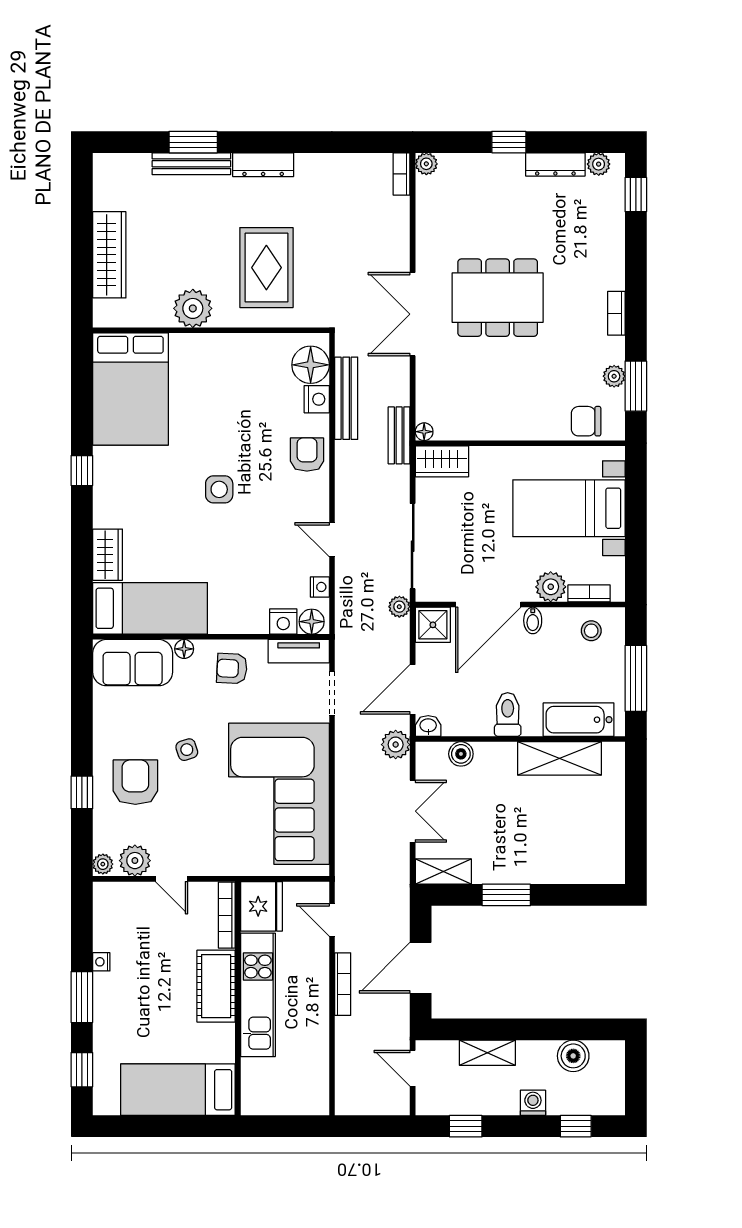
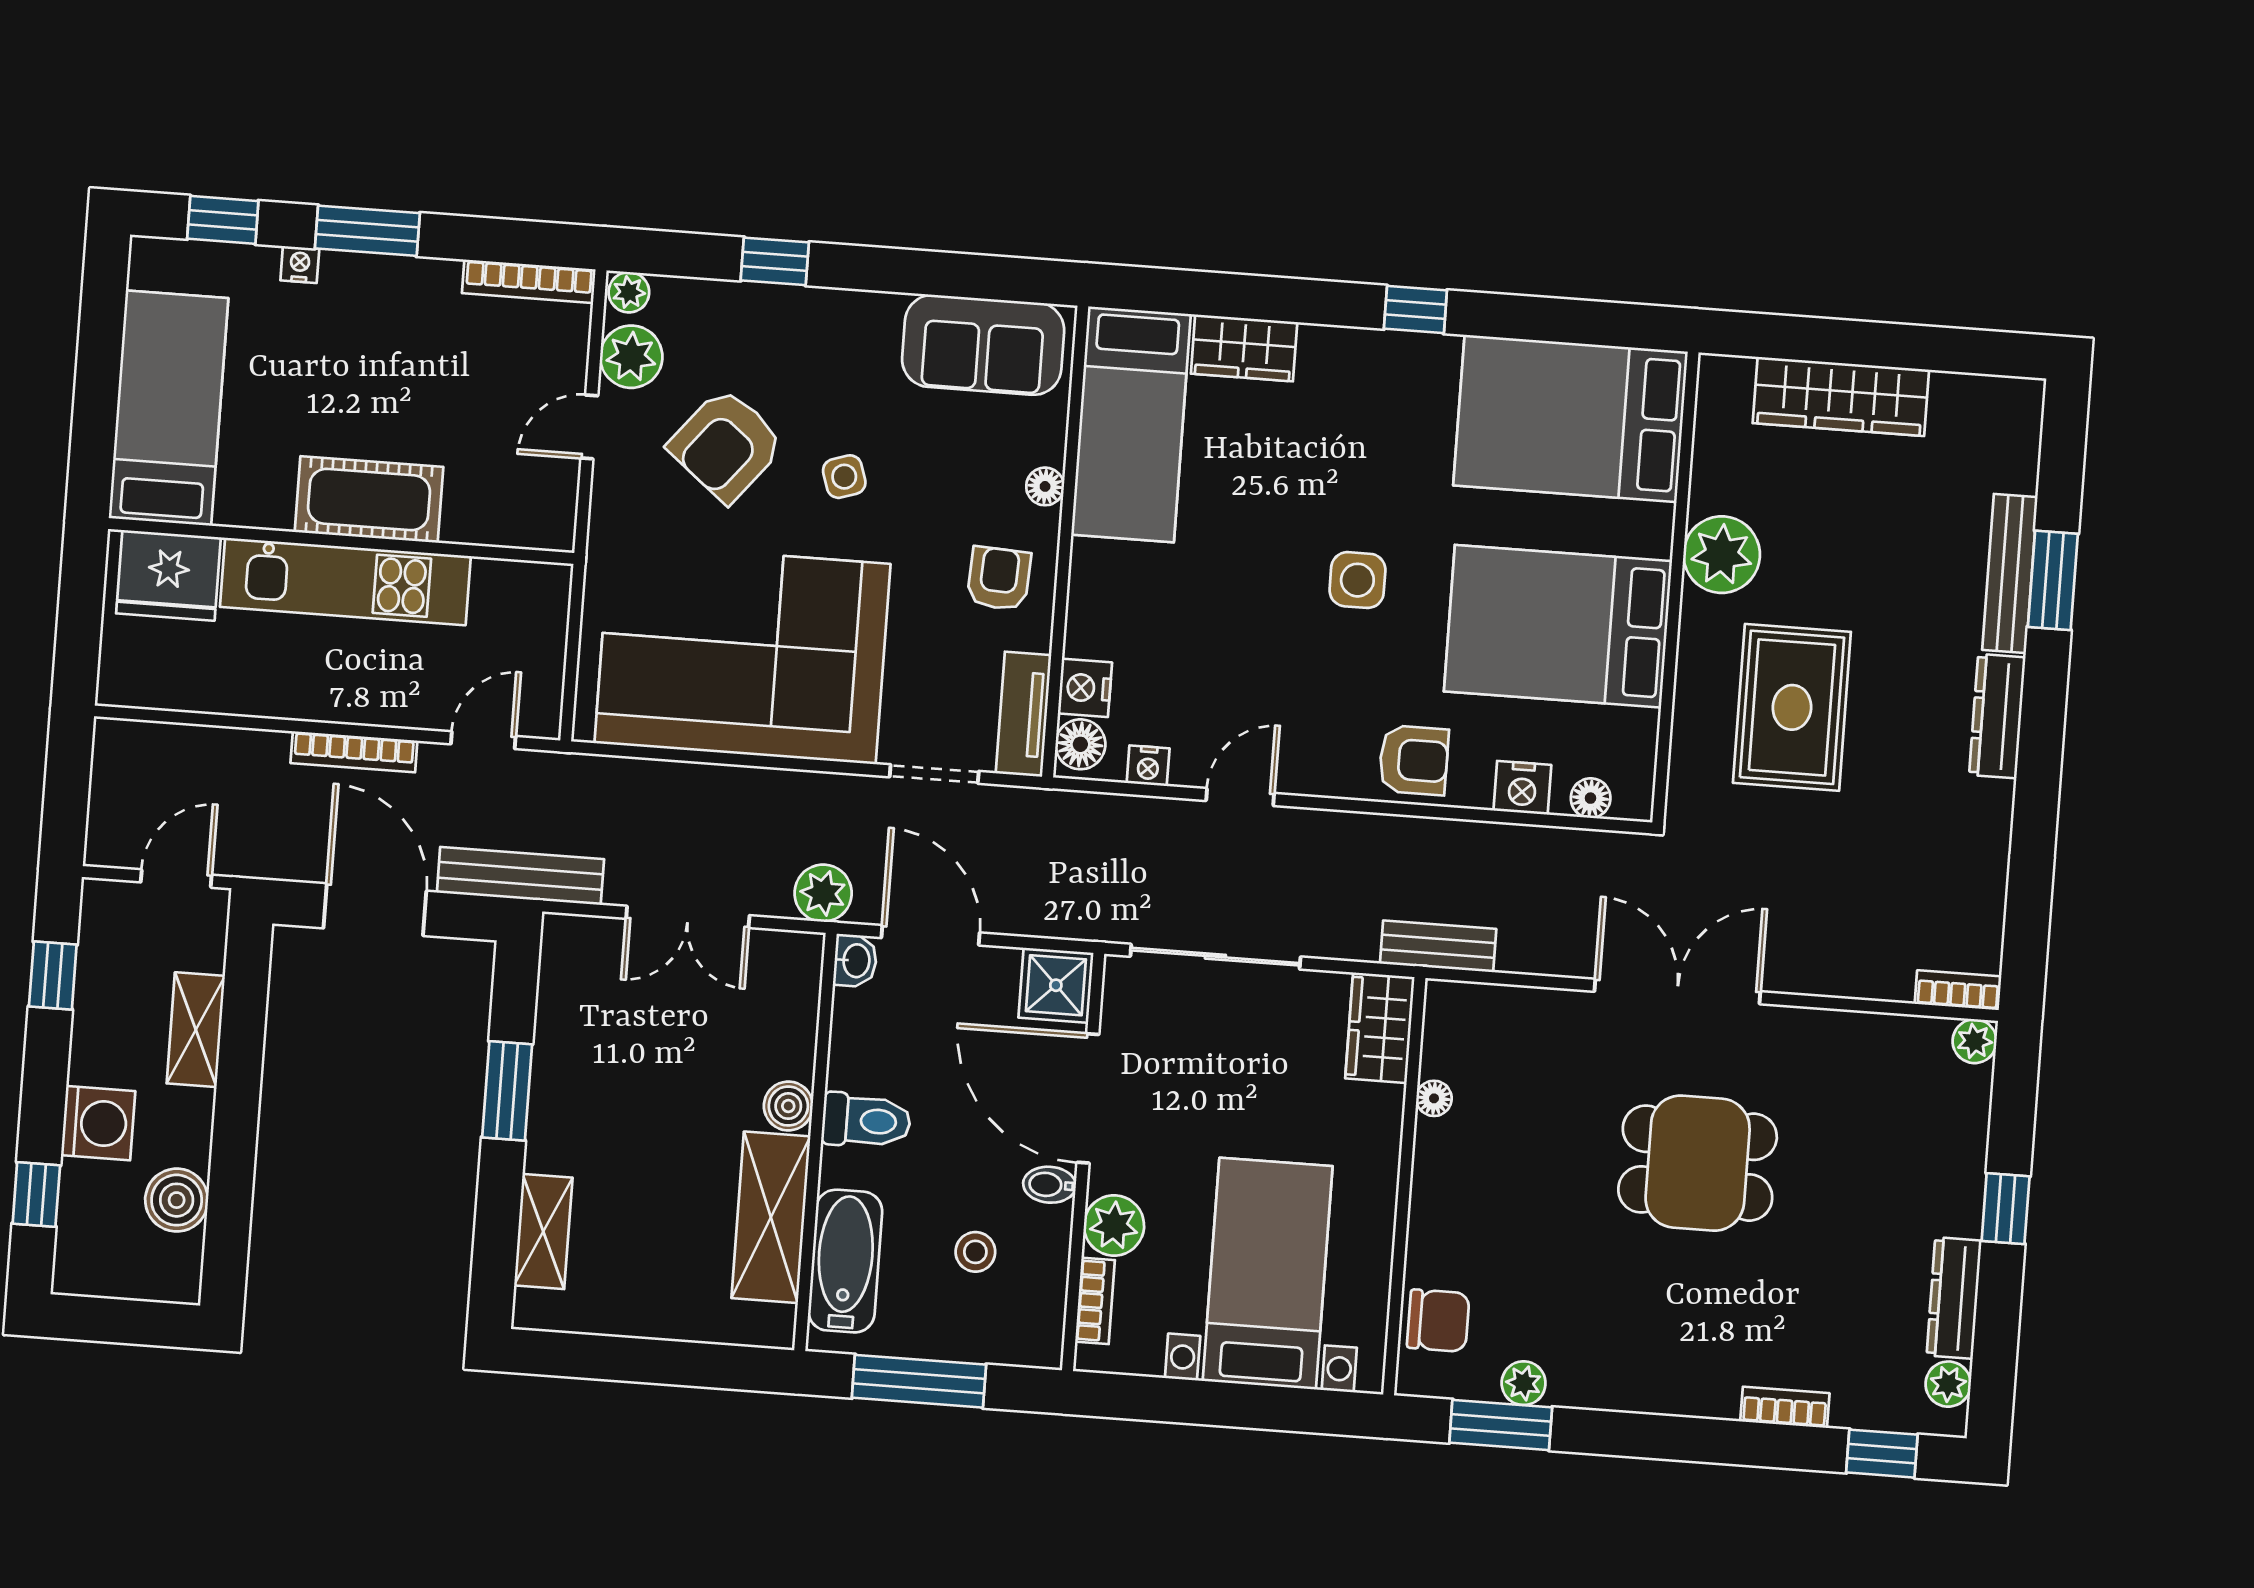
rug: (266, 268) -> (1792, 707), turned 90
dining table: (498, 298) -> (1698, 1163), width x0.73
bookcase: (616, 313) -> (1785, 1407), moved
floor lamp: (311, 365) -> (1591, 798), width x0.53, depth x0.53
bed: (235, 387) -> (1558, 626), added
bench: (346, 398) -> (520, 876), moved
chair: (586, 421) -> (1438, 1321), turned 90
floor lamp: (424, 432) -> (1434, 1098), moved
plant: (399, 607) -> (1097, 921), removed
stool: (591, 631) -> (975, 1252), moved
sofa: (133, 663) -> (983, 345), moved, turned -90
boiler: (461, 754) -> (788, 1106), moved
armchair: (135, 782) -> (726, 445), moved, turned 129
shelving: (443, 872) -> (543, 1232), moved
fridge: (261, 906) -> (168, 575), moved
bookcase: (227, 915) -> (529, 281), moved, turned 180
nightstand: (101, 962) -> (300, 264), moved
washing machine: (533, 1103) -> (98, 1123), width x1.38, depth x1.38

